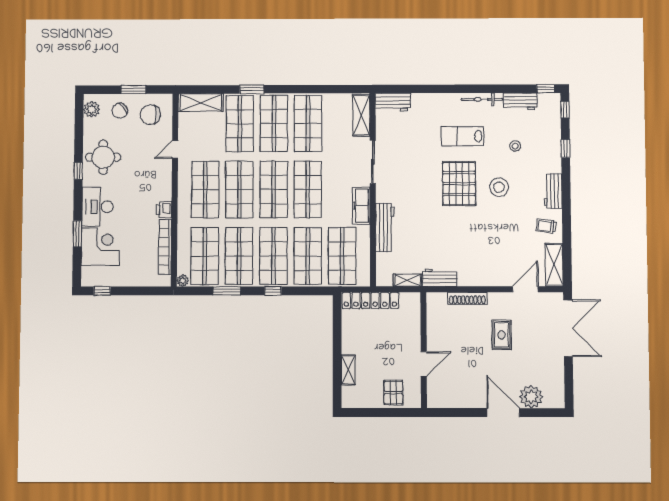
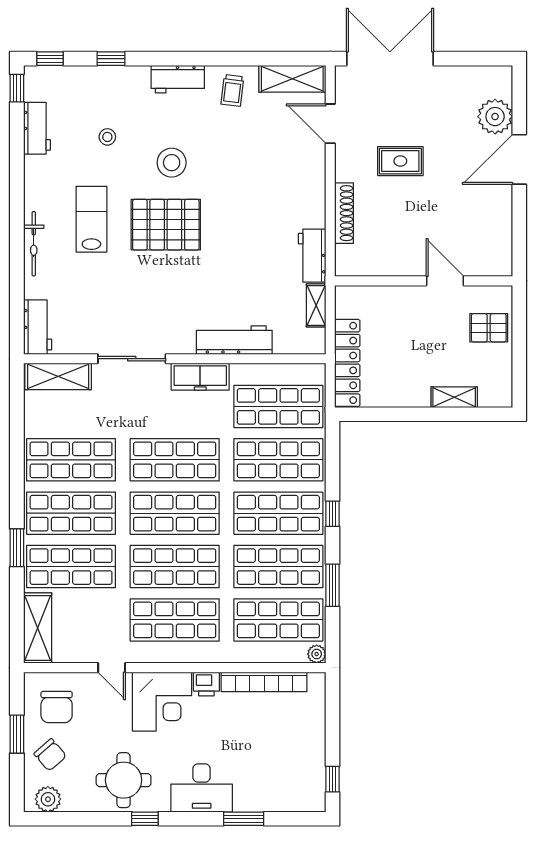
bicycle: (482, 99) -> (34, 244), moved
lab bench: (462, 136) -> (91, 219), turned 180
corner desk: (100, 247) -> (162, 702), moved, turned 180

